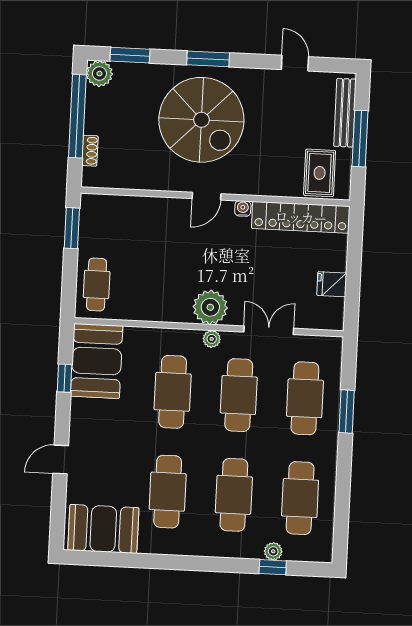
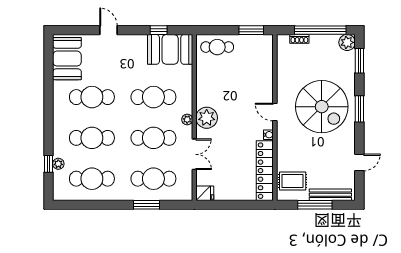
spiral stairs: (201, 120) -> (322, 107), turned -90
fridge: (332, 284) -> (205, 193), moved, turned 90

